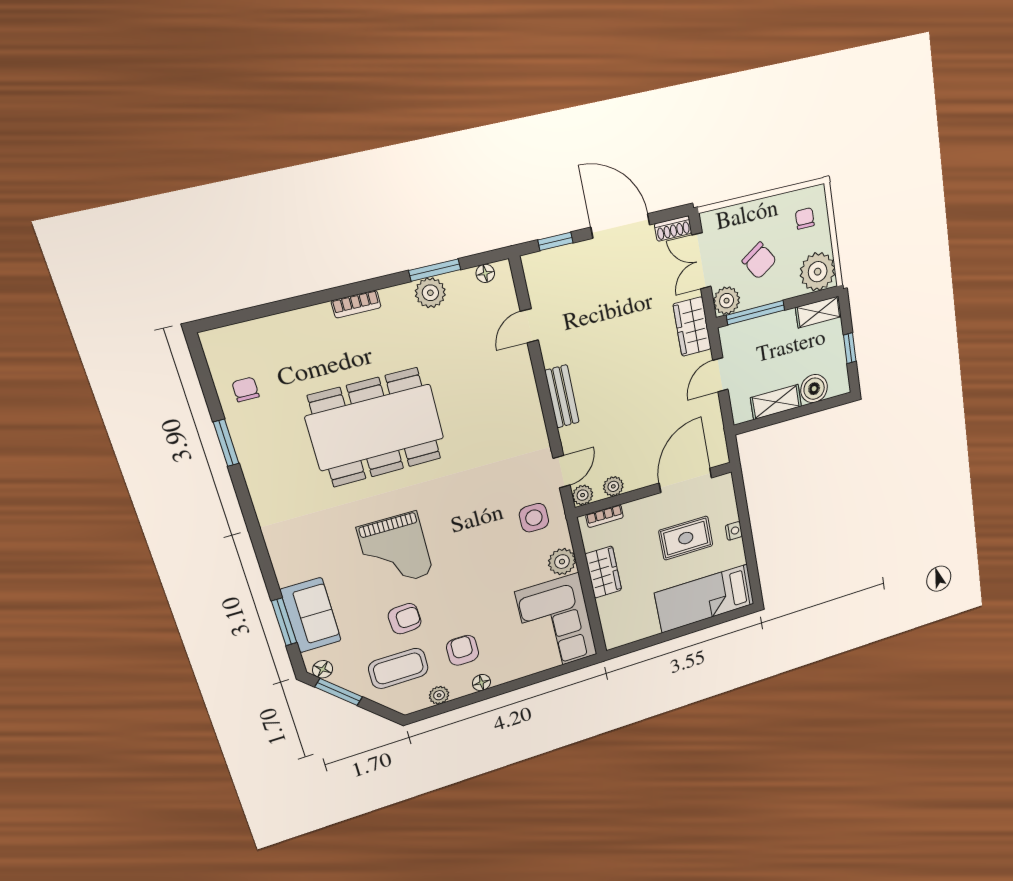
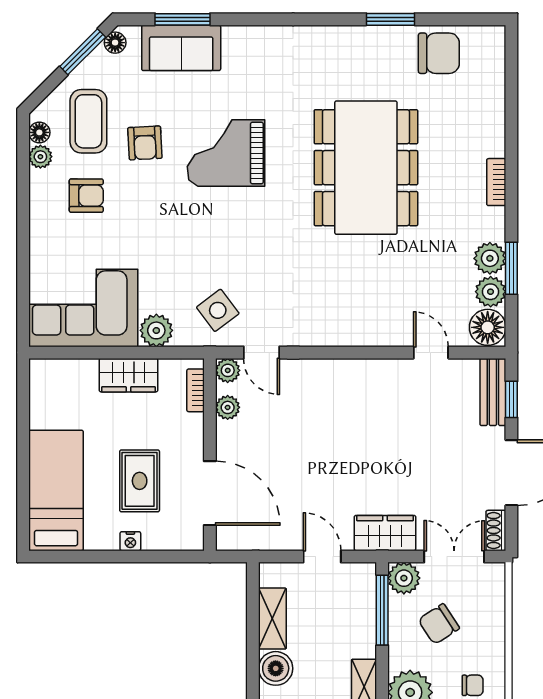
floor lamp: (485, 273) -> (488, 327), width x1.89, depth x1.89
plant: (461, 285) -> (491, 292), added
chair: (246, 389) -> (439, 53), width x1.87, depth x1.87
bench: (562, 396) -> (493, 392), moved, turned 90
side table: (534, 518) -> (218, 310), turned -37
floor lamp: (481, 683) -> (39, 132), moved

